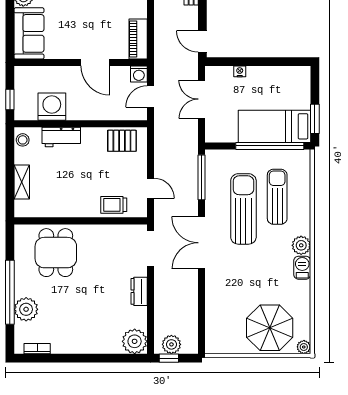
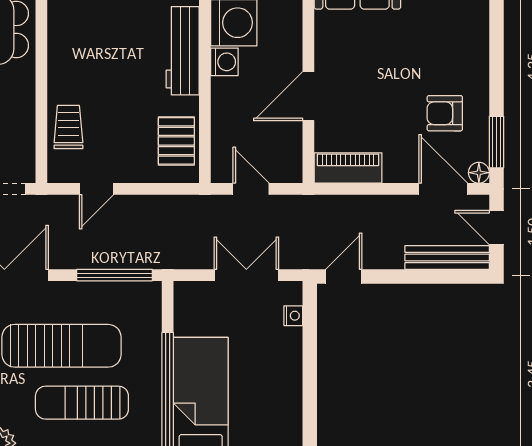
nightstand: (240, 71) -> (293, 316), moved
washing machine: (139, 74) -> (224, 62), moved, turned 180
workbench: (61, 137) -> (183, 51), width x1.38
sun lounger: (277, 197) -> (82, 403), turned 180

